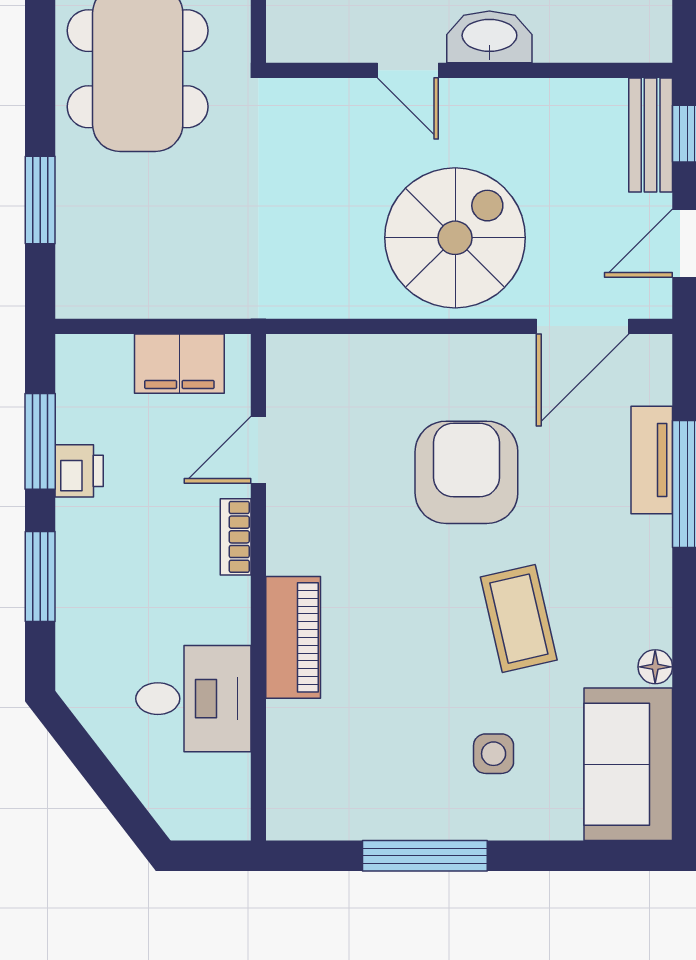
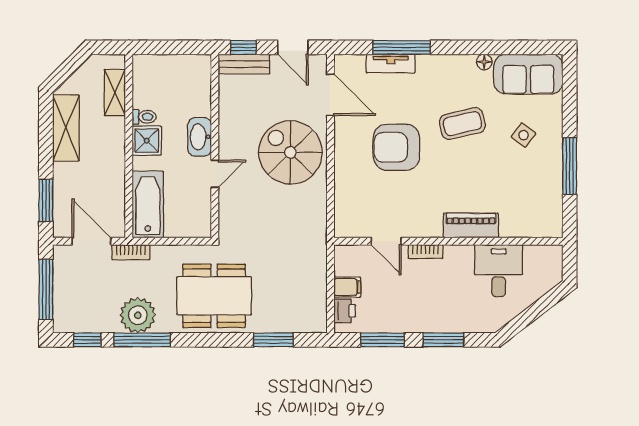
filing cabinet: (179, 364) -> (347, 287), width x0.50
printer: (79, 471) -> (345, 311), moved, turned 90
side table: (494, 754) -> (523, 135), turned 37

